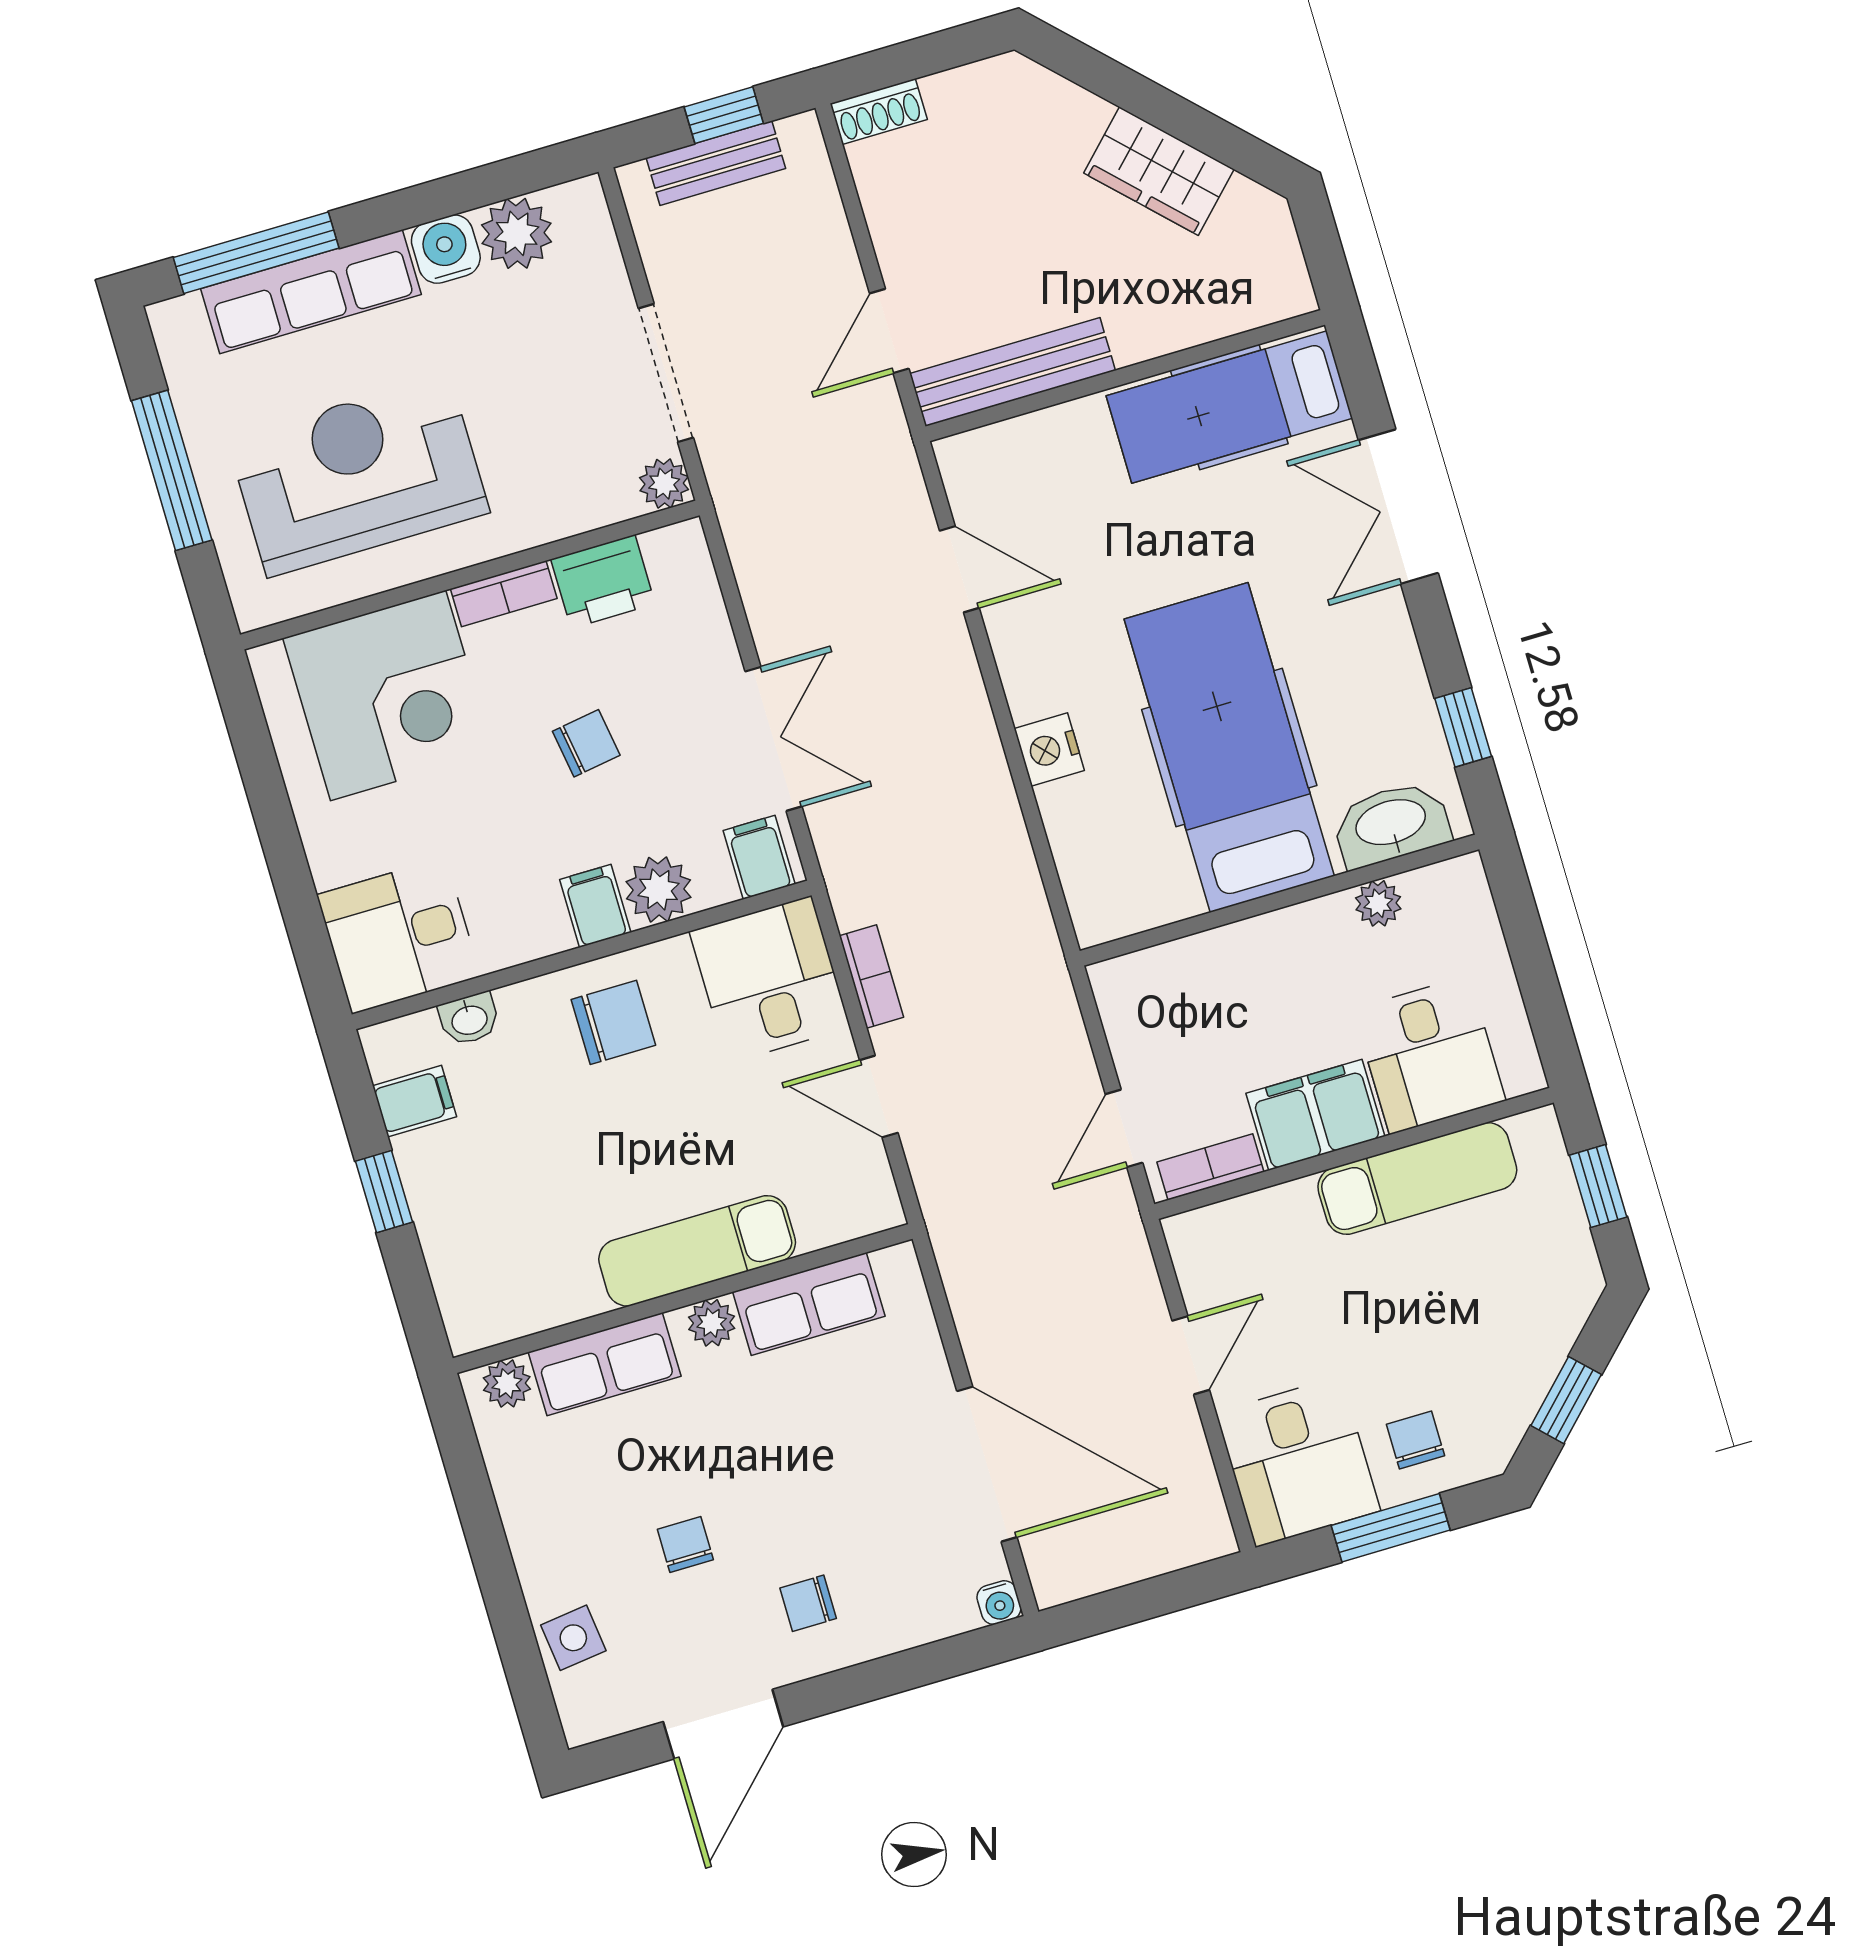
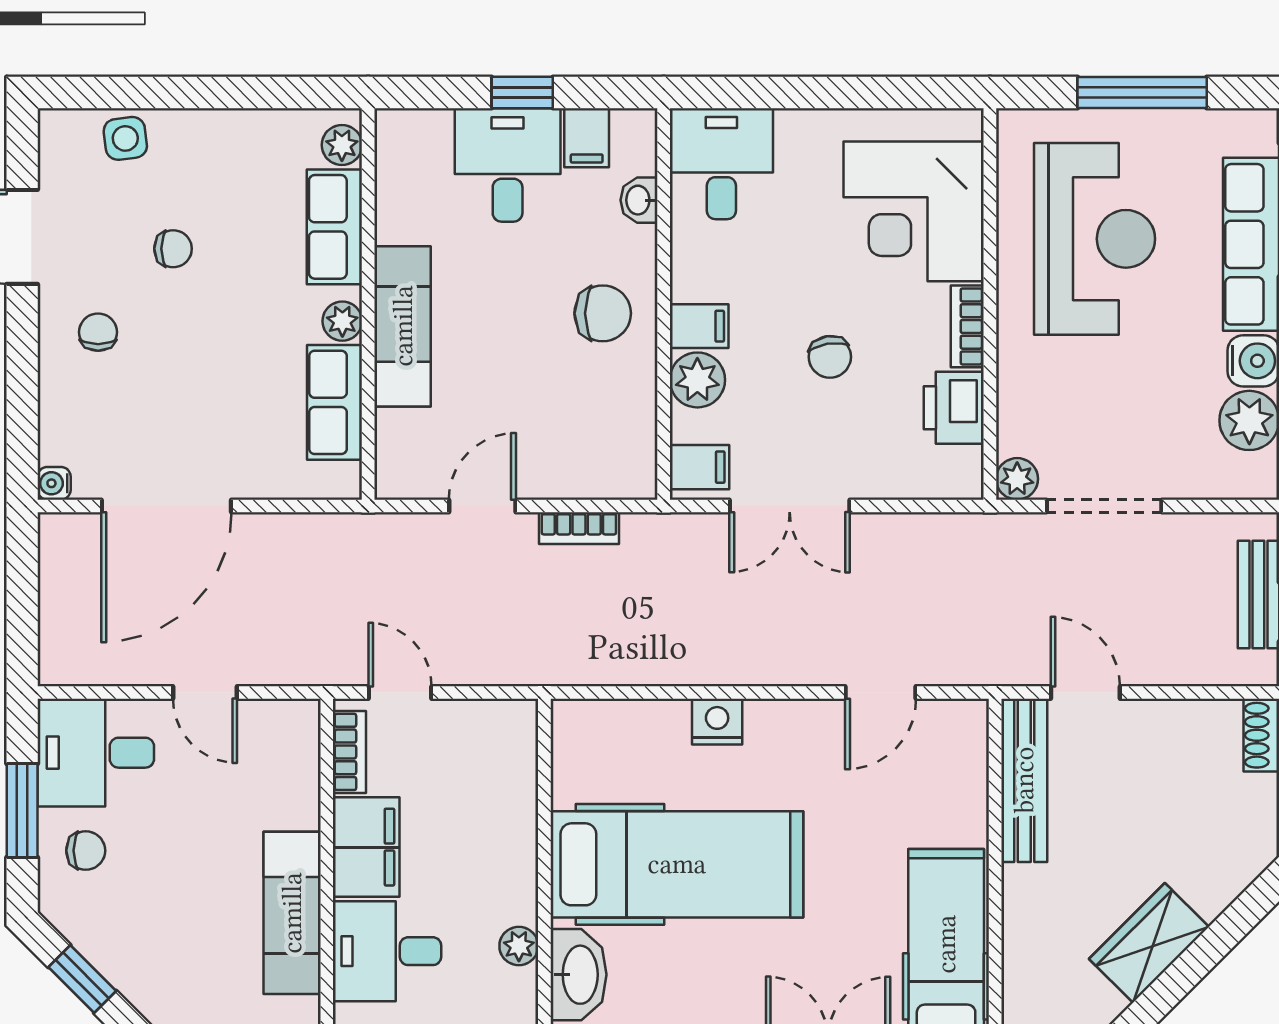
desk: (770, 979) -> (508, 165), moved, turned -90
chair: (613, 1022) -> (603, 313), turned -90

